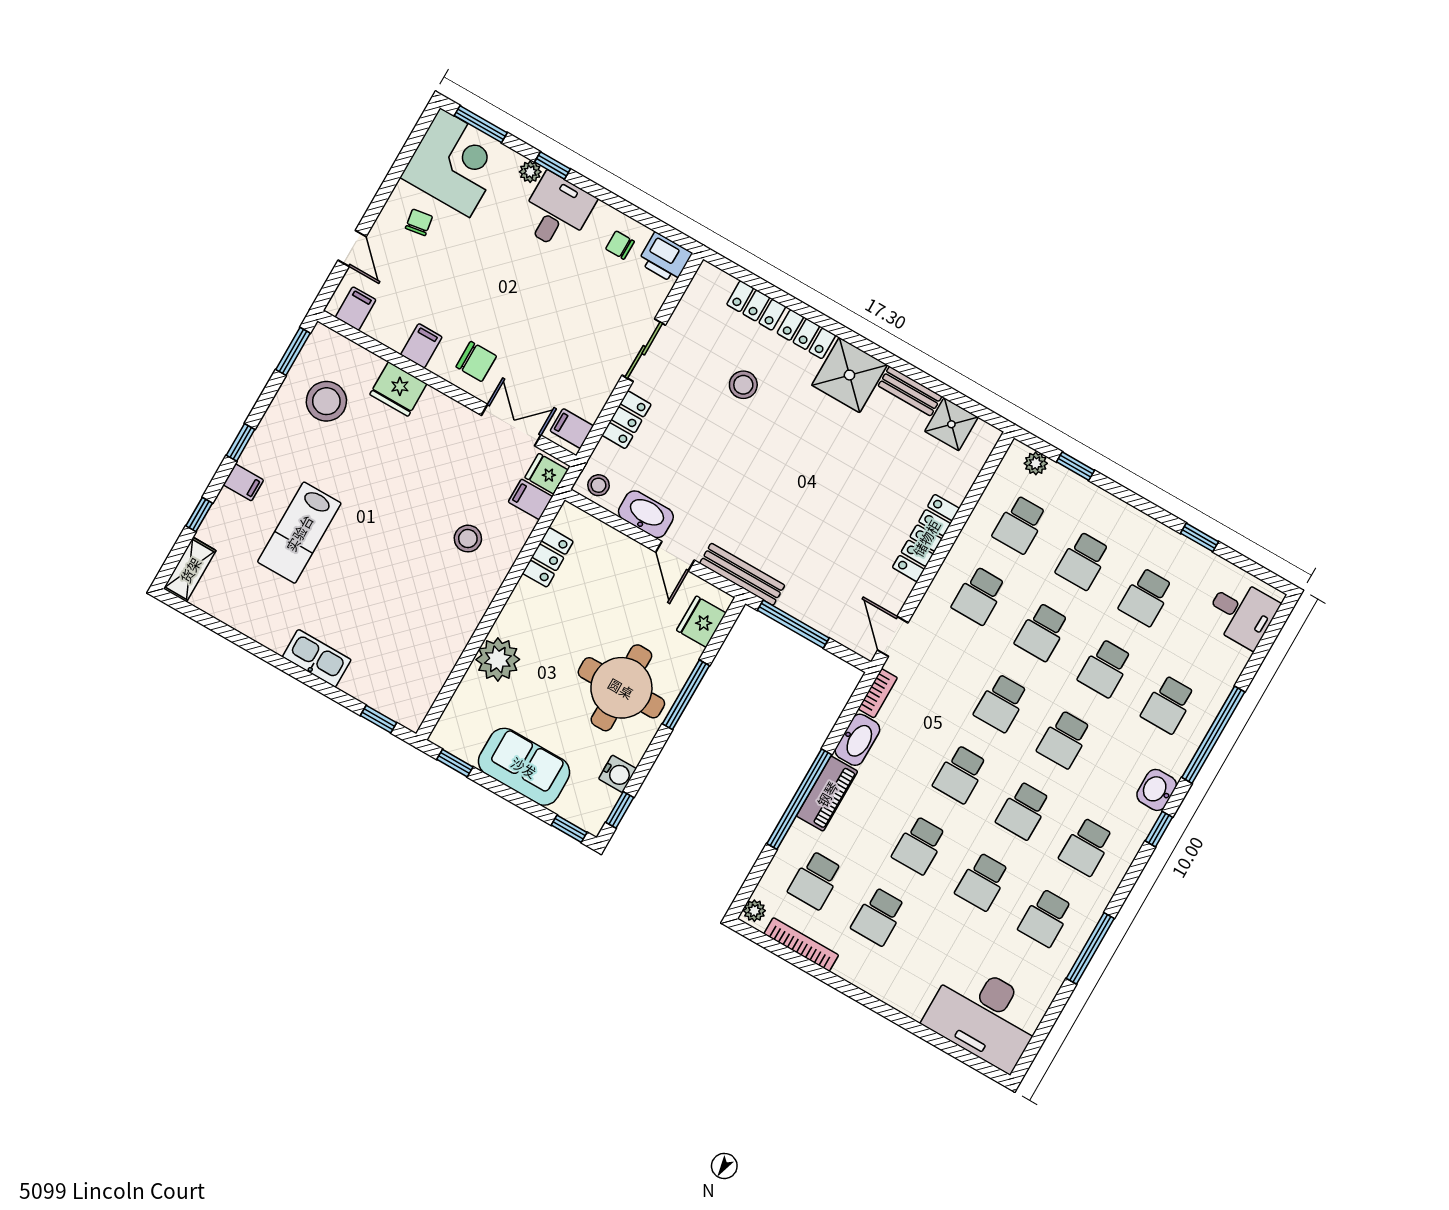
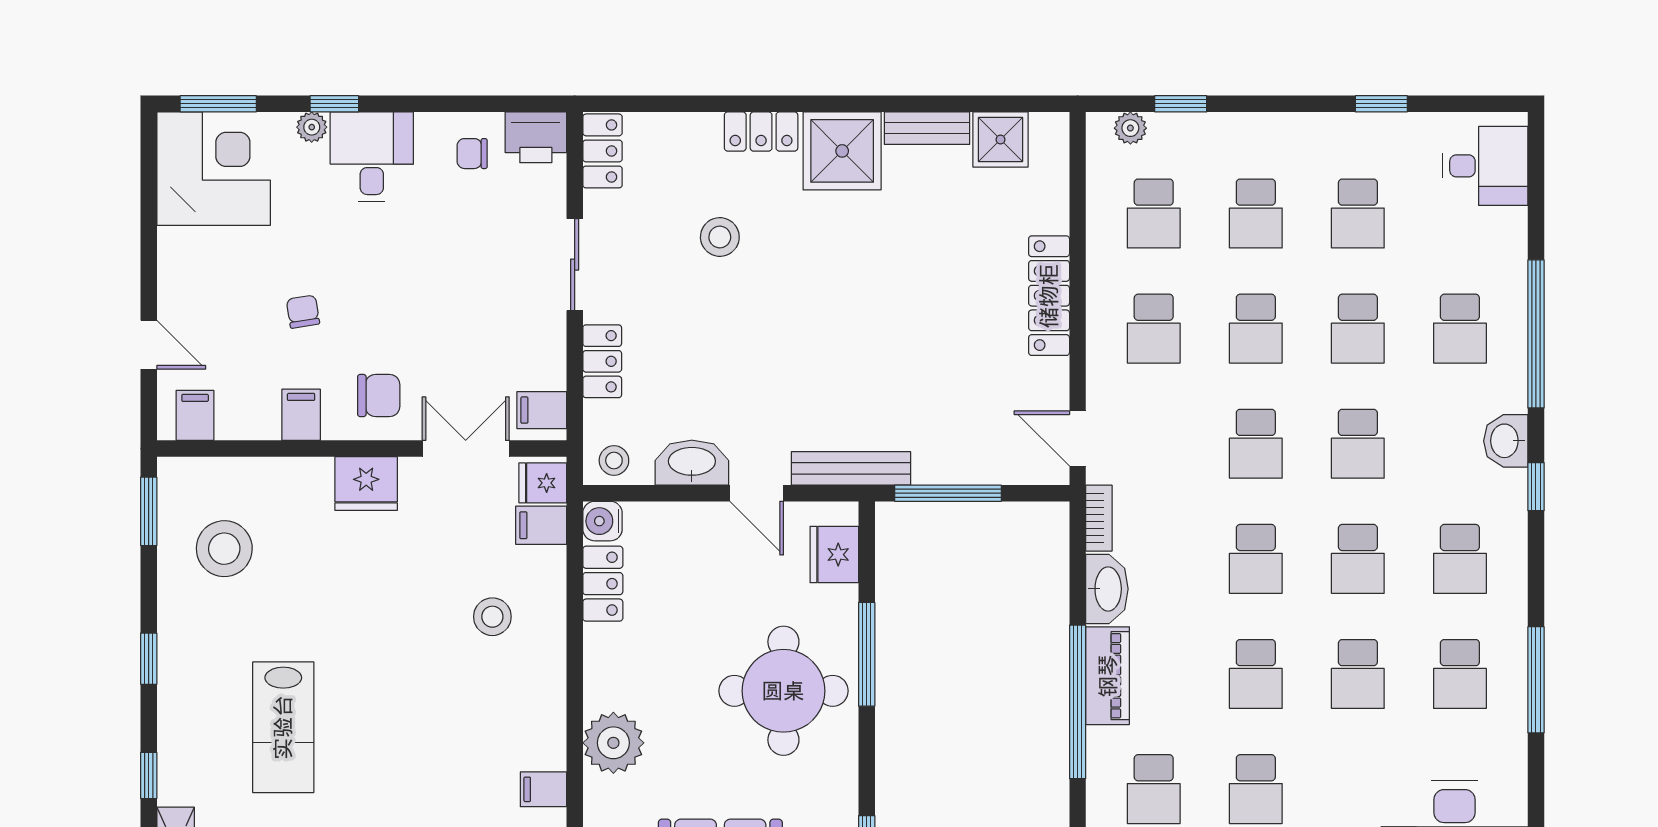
chair: (419, 222) -> (303, 312), moved
locker: (756, 305) -> (602, 151), moved, turned -90
fridge: (398, 389) -> (366, 484), moved
filing cabinet: (243, 482) -> (543, 789), moved, turned 180
water cooler: (618, 774) -> (602, 521), moved, turned 180

